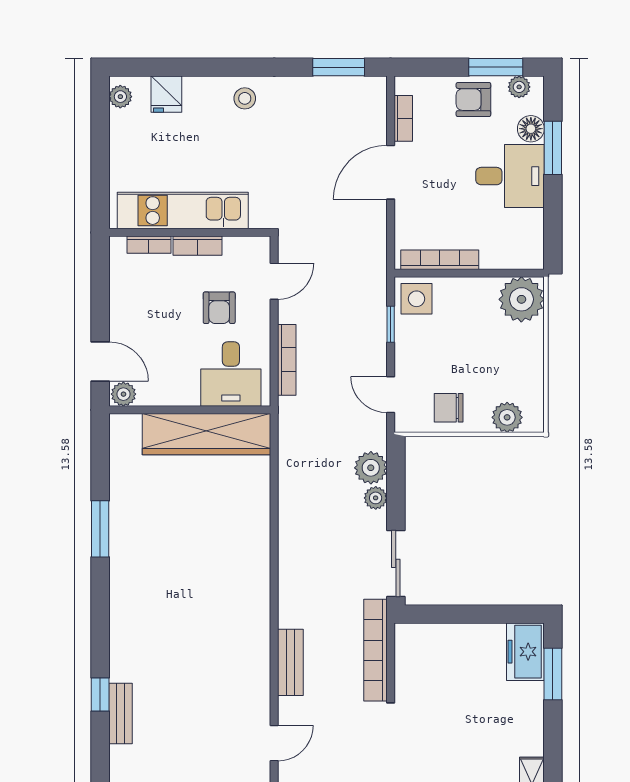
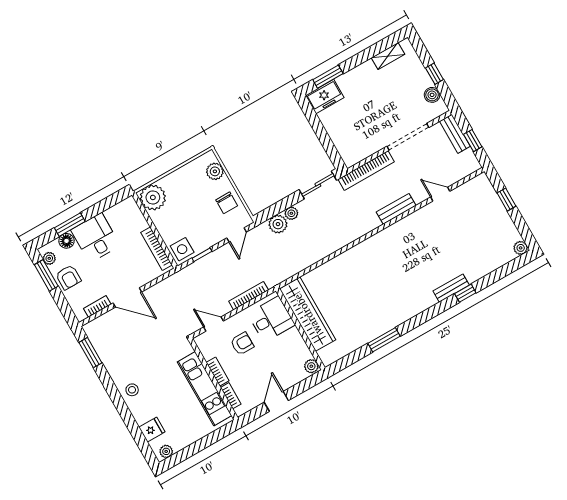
door: (100, 361) -> (276, 401), moved
bench: (121, 714) -> (451, 288), moved

